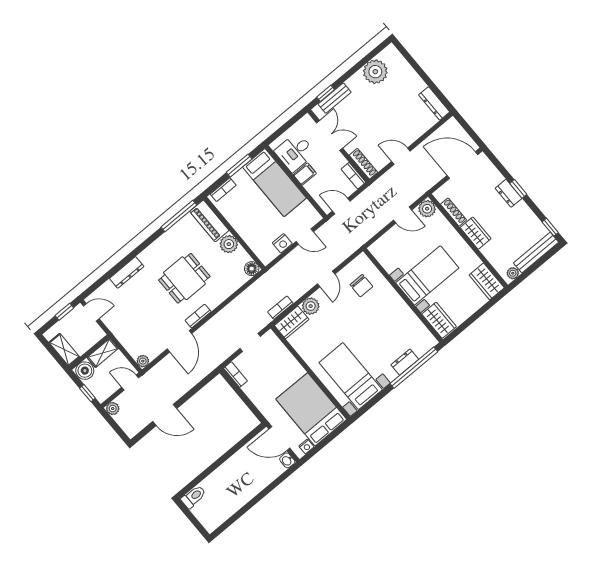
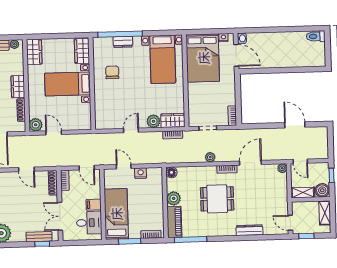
chair: (361, 286) -> (112, 72), moved
plant: (113, 409) -> (210, 157), moved
toilet: (194, 497) -> (316, 36), moved

